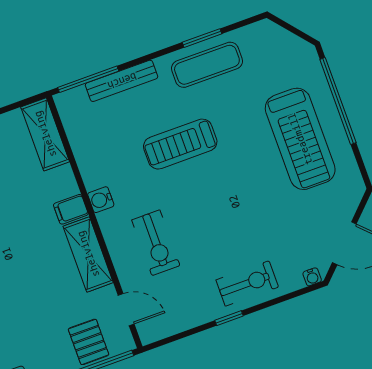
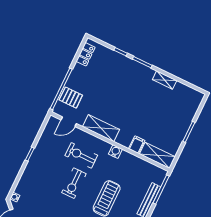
filing cabinet: (71, 209) -> (137, 145), moved
exercise bike: (247, 283) -> (74, 183), moved

